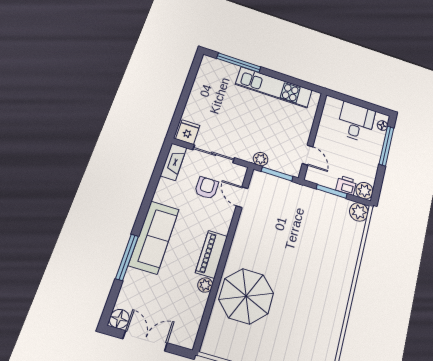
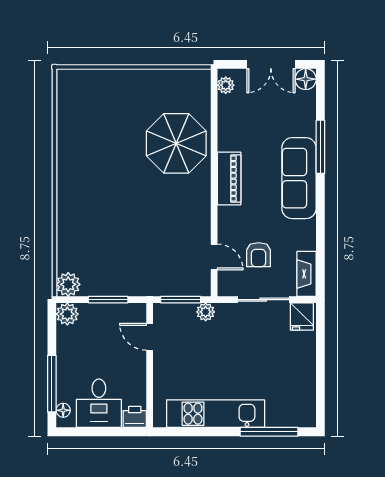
printer: (346, 185) -> (135, 417), moved, turned 180
plant: (205, 285) -> (226, 85), moved

